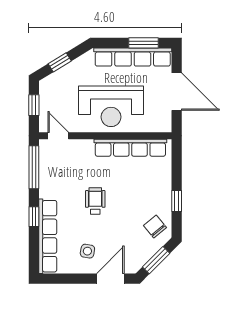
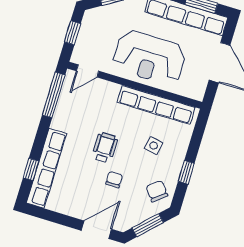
door: (58, 136) -> (88, 71), swing flipped
window: (34, 217) -> (31, 169), moved
chair: (113, 228) -> (114, 180), added
side table: (87, 251) -> (154, 146), moved

